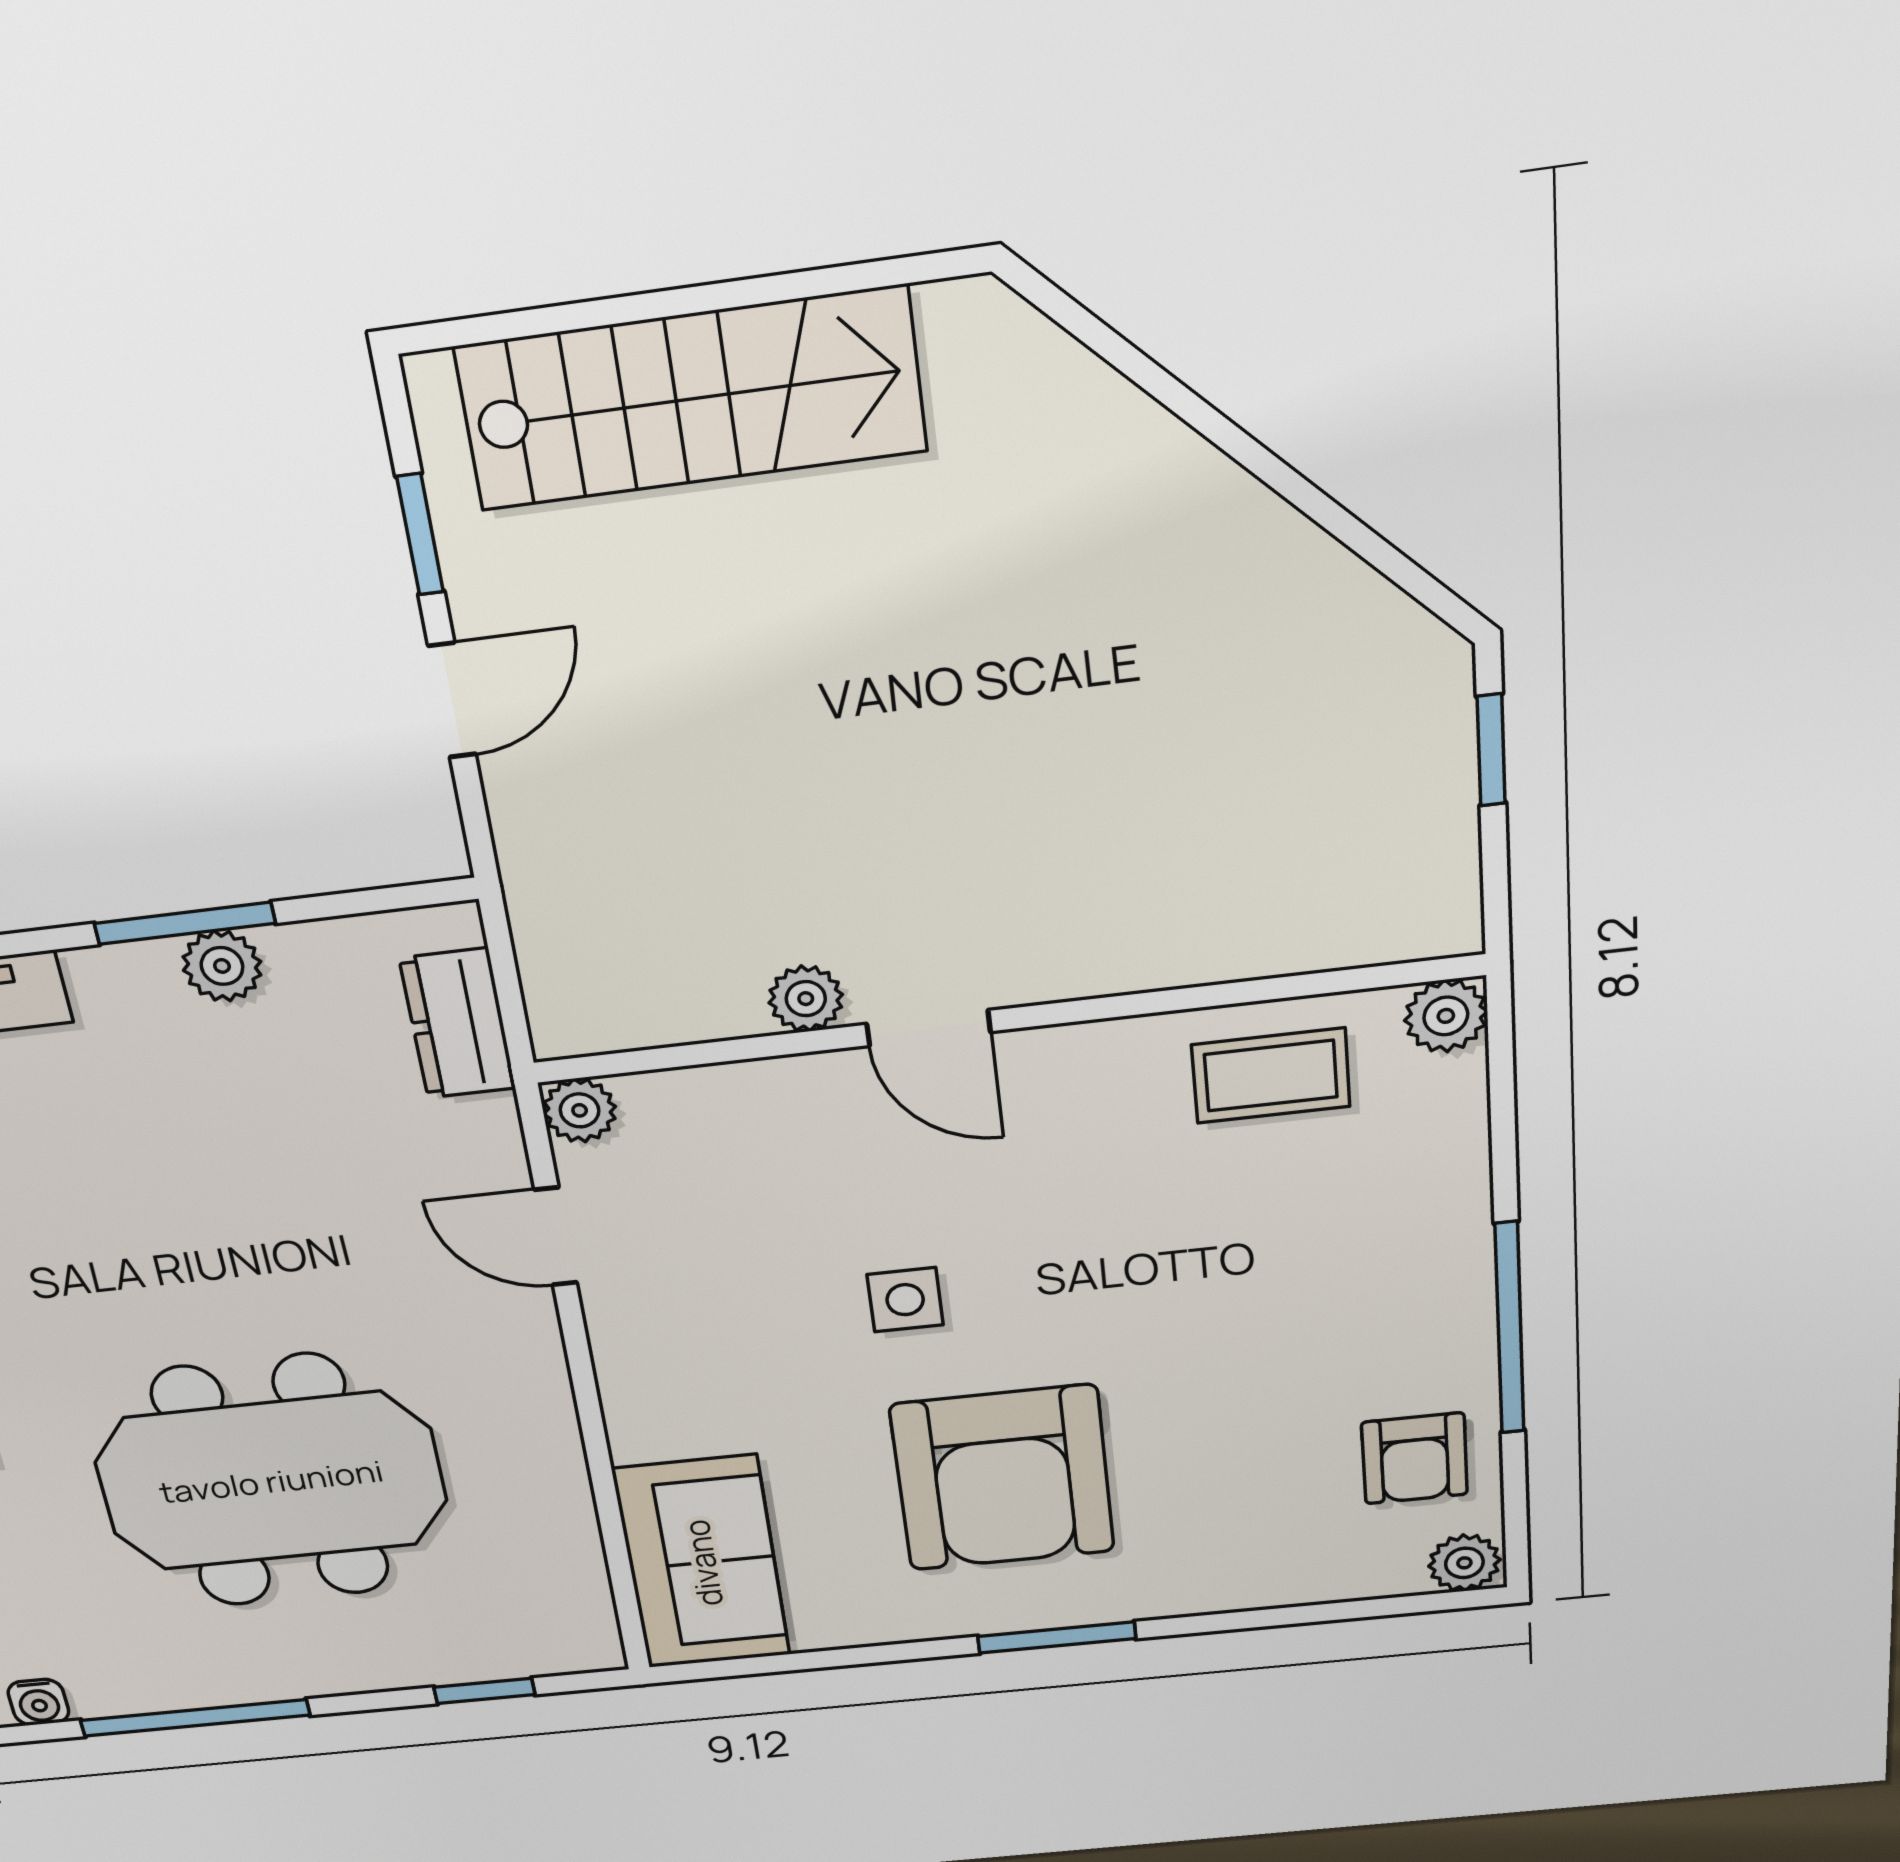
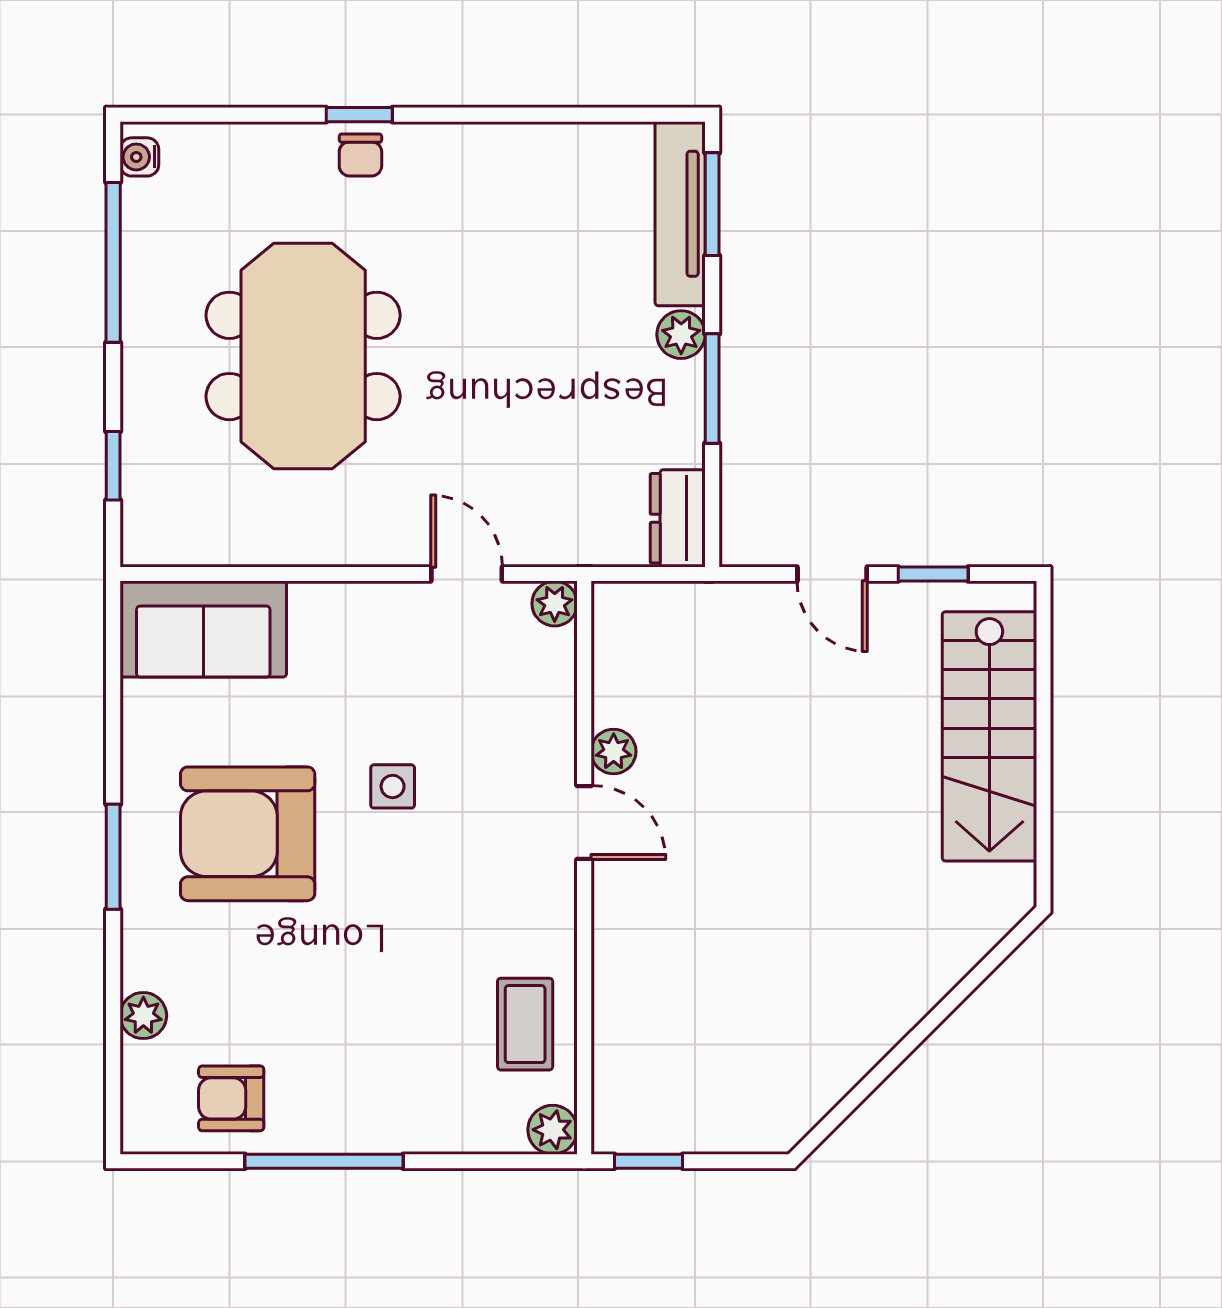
window: (1491, 750) -> (649, 1161), moved
plant: (222, 966) -> (681, 335), moved
dresser: (458, 1024) -> (678, 518), moved, turned -90
door: (929, 1028) -> (584, 822), swing flipped
door: (556, 1236) -> (467, 574), hinge flipped
plant: (1464, 1563) -> (143, 1016), moved

